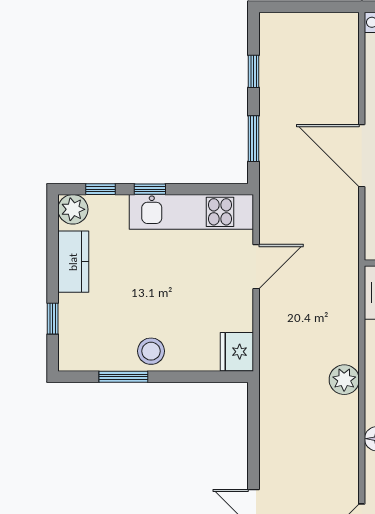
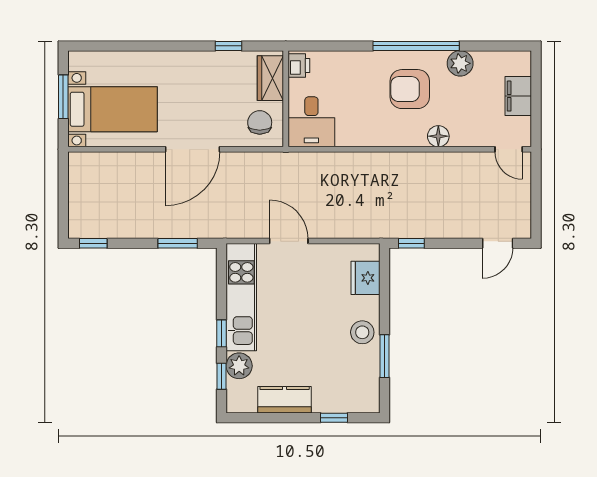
window: (253, 71) -> (93, 243), moved
plant: (73, 209) -> (239, 366), moved
fridge: (237, 352) -> (365, 278), moved, turned 90
plant: (344, 380) -> (387, 165), removed
window: (253, 408) -> (411, 243), added

